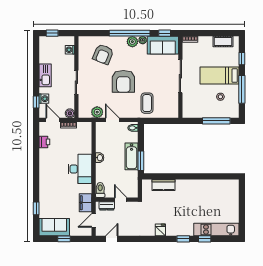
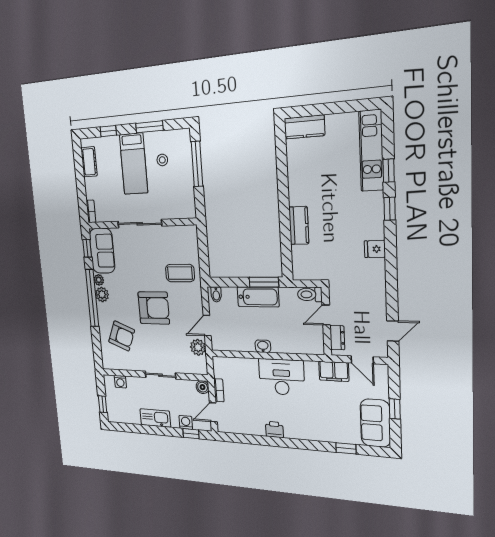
window: (242, 89) -> (149, 127), width x0.69
printer: (44, 142) -> (274, 430), moved
kitchen counter: (163, 185) -> (299, 225), moved
toilet: (100, 190) -> (310, 294), moved
kitchen counter: (233, 191) -> (304, 127), added
door: (112, 239) -> (393, 331), swing flipped

